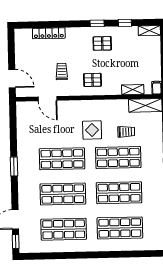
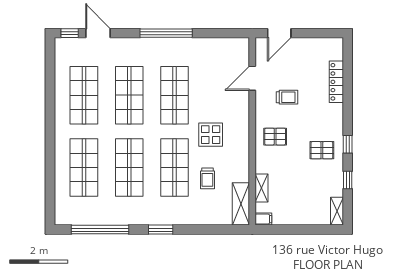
pallet: (102, 43) -> (322, 150), turned 90
pallet: (92, 80) -> (275, 137), turned 90
window: (14, 166) -> (166, 33), width x2.11

